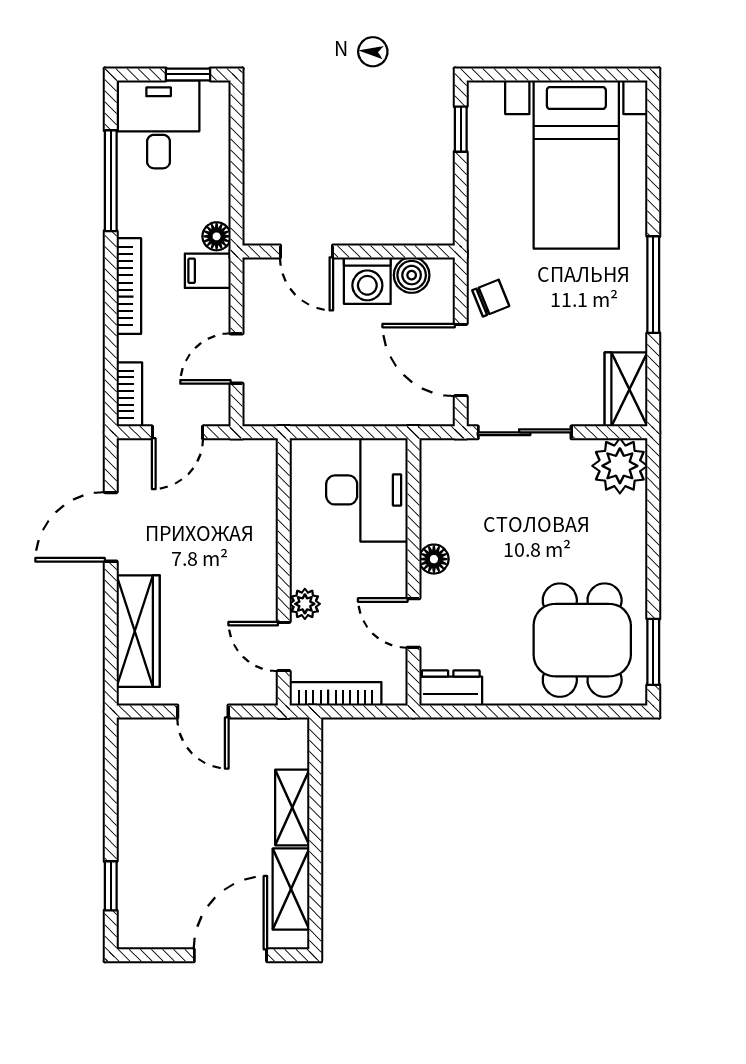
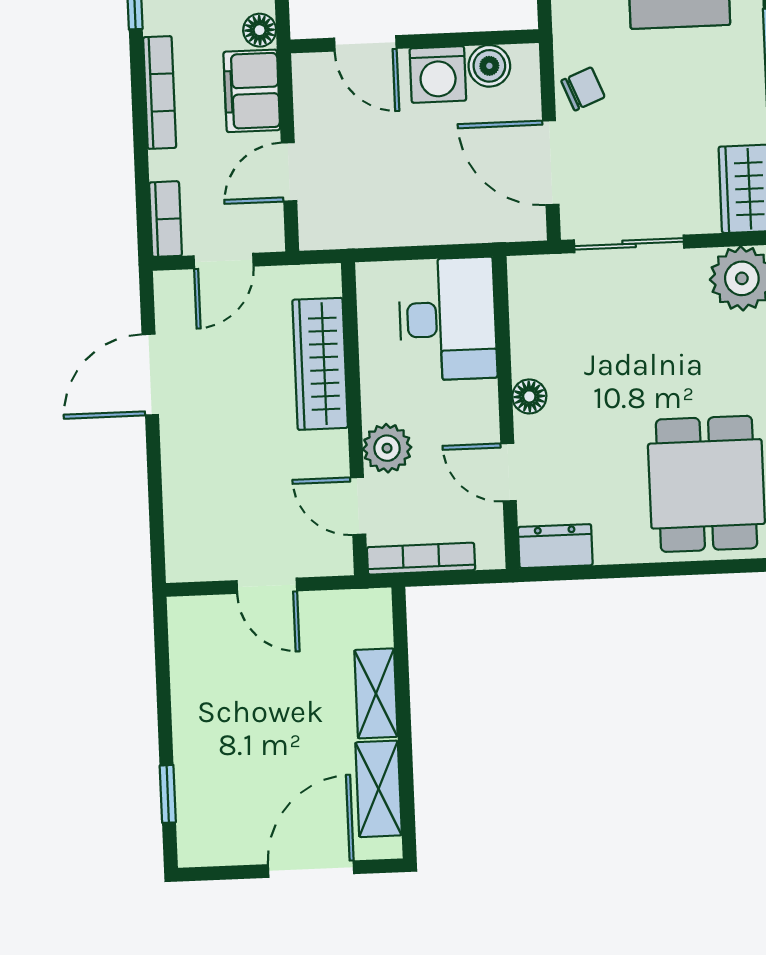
filing cabinet: (208, 271) -> (252, 91), width x2.00
plant: (305, 604) -> (387, 448), width x1.38, depth x1.38
wardrobe: (138, 631) -> (320, 364), moved, turned 180

